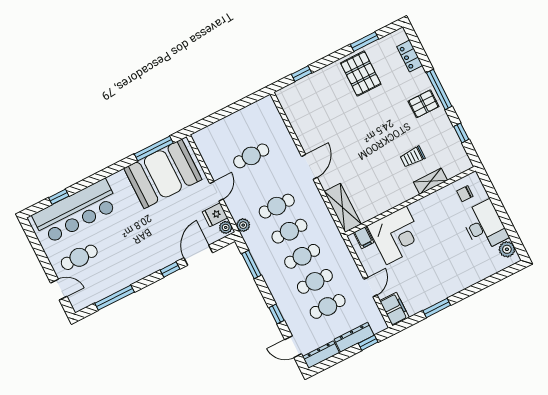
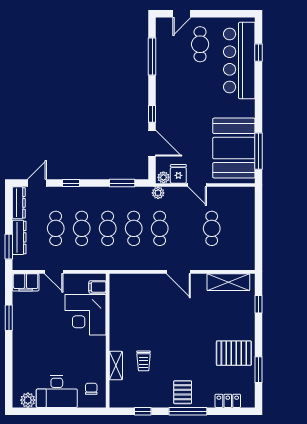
trolley: (412, 157) -> (144, 361), turned 180
shelving: (343, 208) -> (228, 282), moved
window: (368, 343) -> (9, 247), width x1.50

